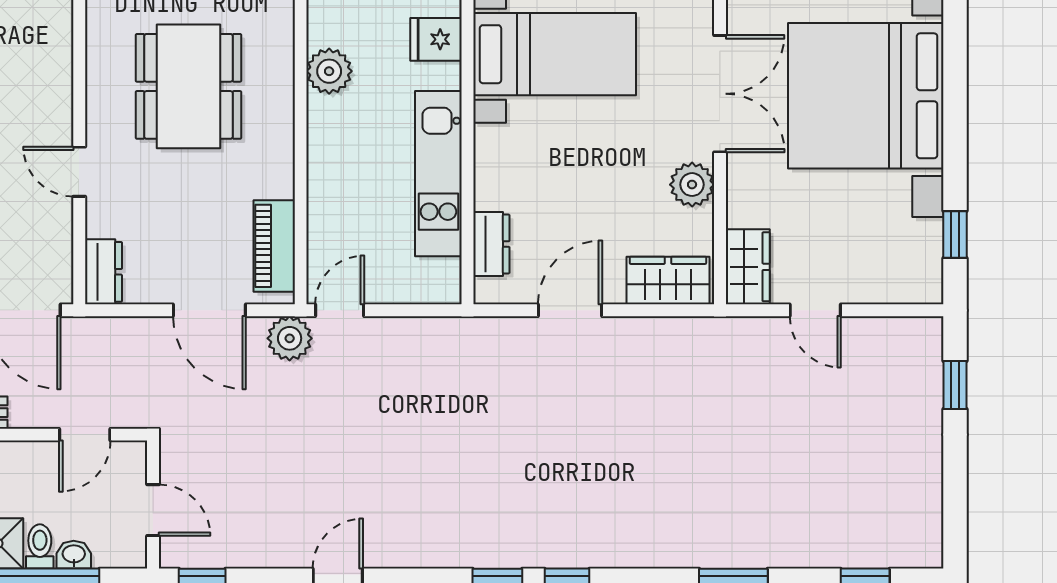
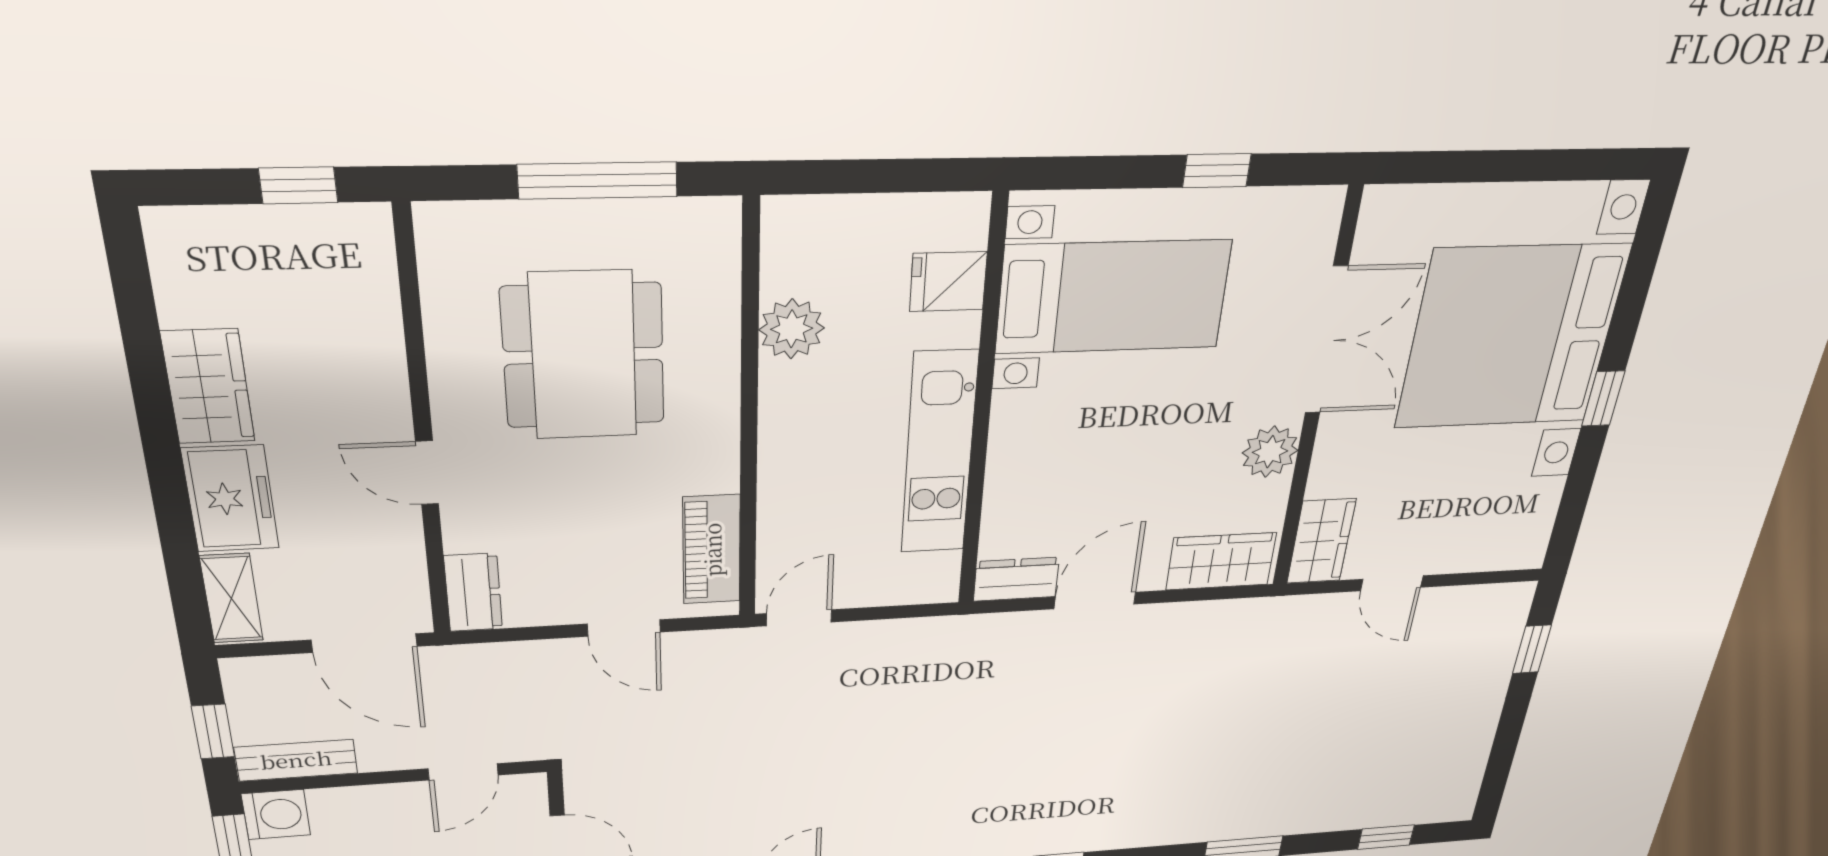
window: (955, 235) -> (1603, 399), moved
dresser: (491, 244) -> (1016, 579), moved, turned -90
door: (209, 310) -> (624, 628), width x0.73
plant: (290, 338) -> (732, 652), removed

